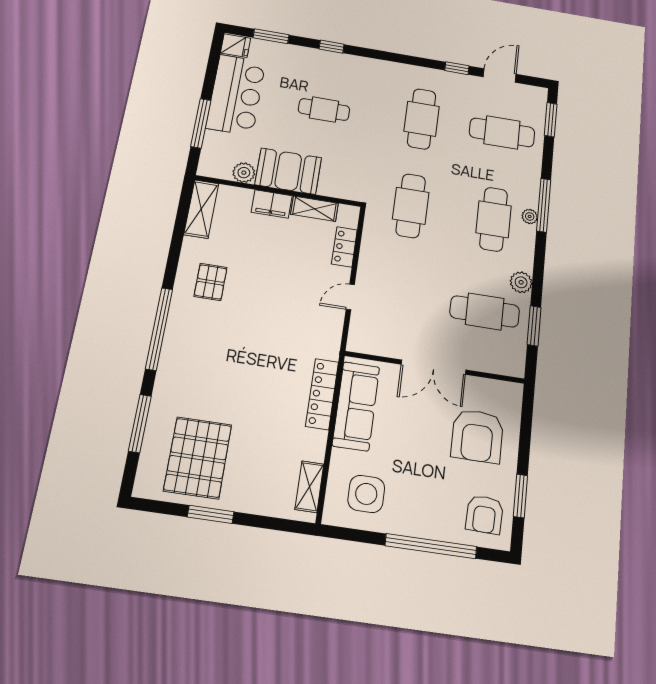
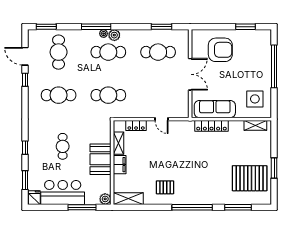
plant: (244, 173) -> (105, 199), moved
plant: (521, 282) -> (114, 35), moved
cafe table: (485, 311) -> (158, 52), turned 90
armchair: (485, 515) -> (256, 43), removed

